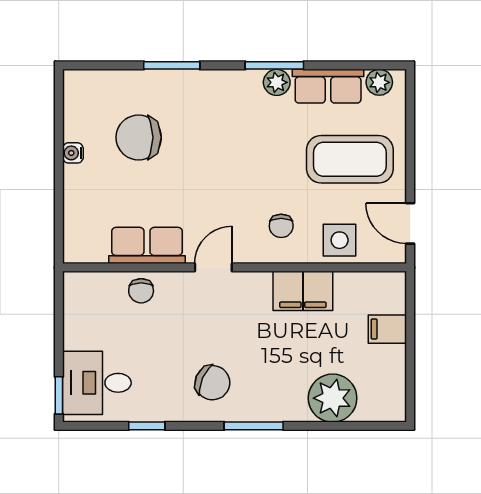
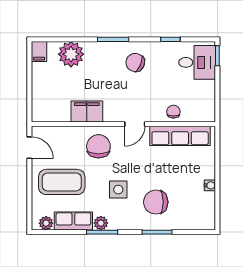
chair: (139, 137) -> (156, 202), moved, turned 180
chair: (281, 226) -> (98, 146), width x1.87, depth x1.87
side table: (340, 240) -> (118, 190), moved
row of seats: (147, 245) -> (180, 136), width x1.48
filing cabinet: (387, 329) -> (39, 51), moved, turned 90

